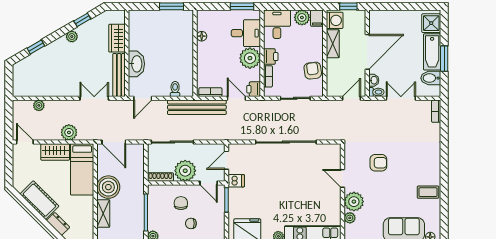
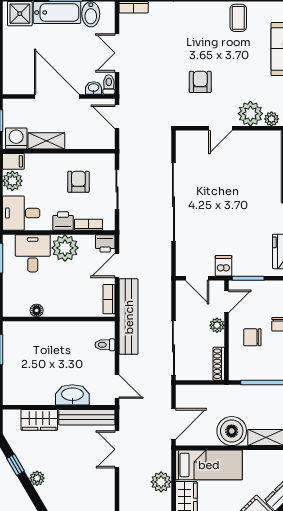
armchair: (313, 71) -> (78, 182), moved, turned 98
plant: (185, 171) -> (217, 325), width x0.53, depth x0.53

